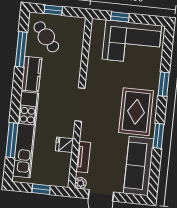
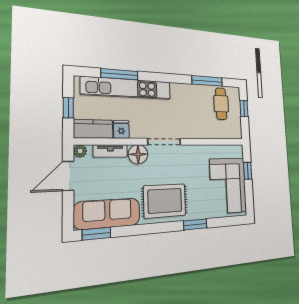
cafe table: (46, 37) -> (221, 104), turned -50
kitchen counter: (32, 74) -> (93, 129), moved, turned 180
floor lamp: (89, 132) -> (138, 154), added
window: (158, 136) -> (97, 234), moved

